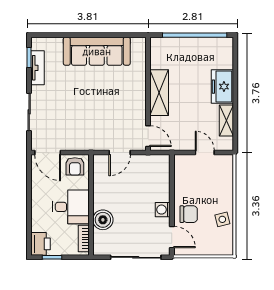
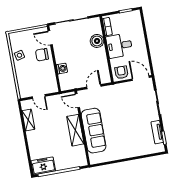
sofa: (97, 51) -> (94, 131), moved, turned 90
freezer: (222, 87) -> (43, 166), moved, turned -90
washing machine: (163, 210) -> (62, 69), moved
printer: (41, 244) -> (135, 18), removed

